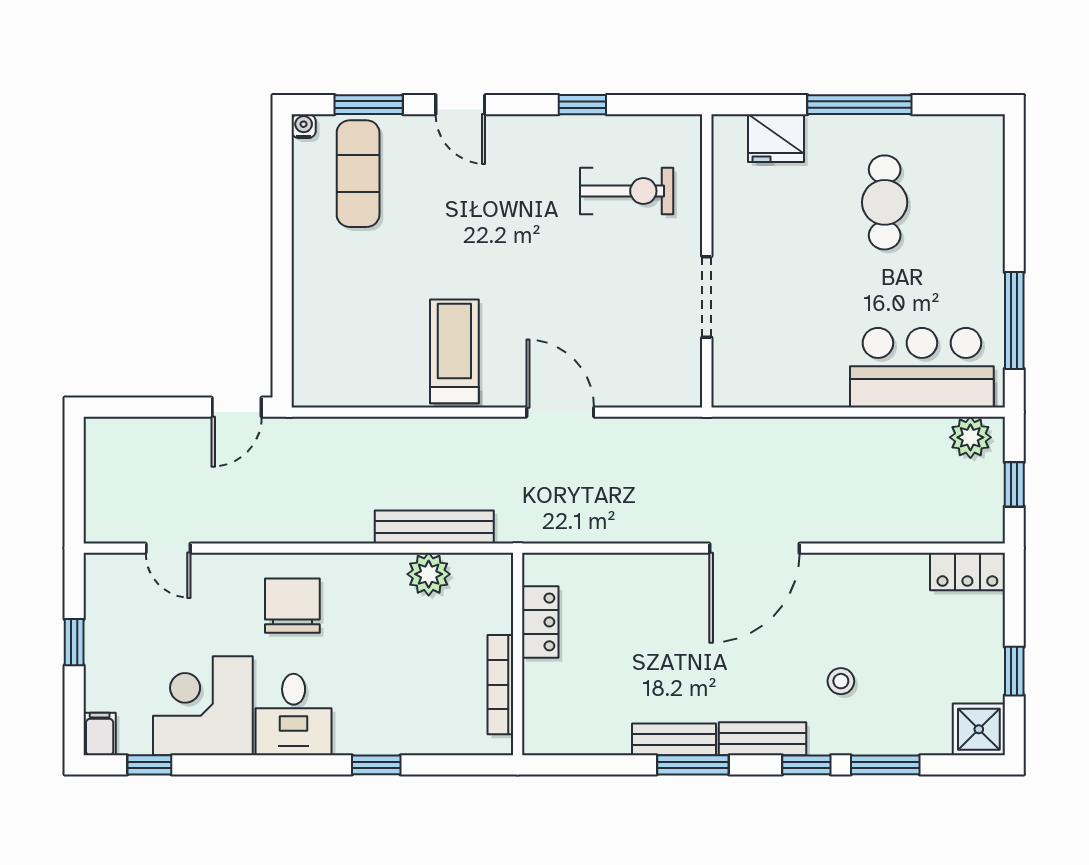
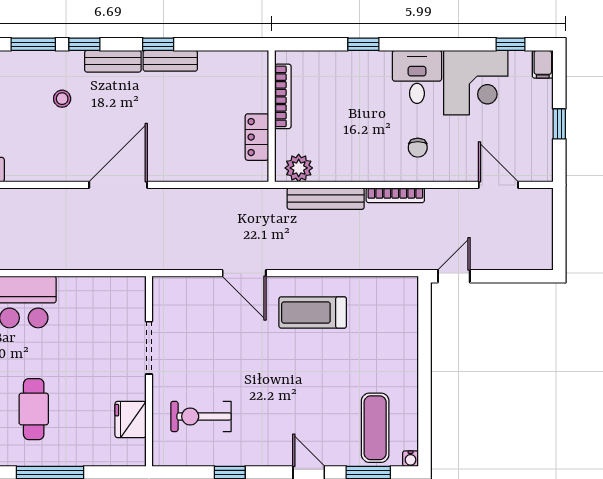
fridge: (776, 138) -> (131, 419), moved, turned -90
treadmill: (454, 351) -> (313, 312), turned 90
bookcase: (327, 532) -> (395, 195), added
door: (168, 548) -> (498, 185), width x1.38
plant: (429, 574) -> (299, 168), moved
chair: (292, 606) -> (418, 148), width x0.54, depth x0.54
window: (693, 765) -> (158, 44), width x0.67

